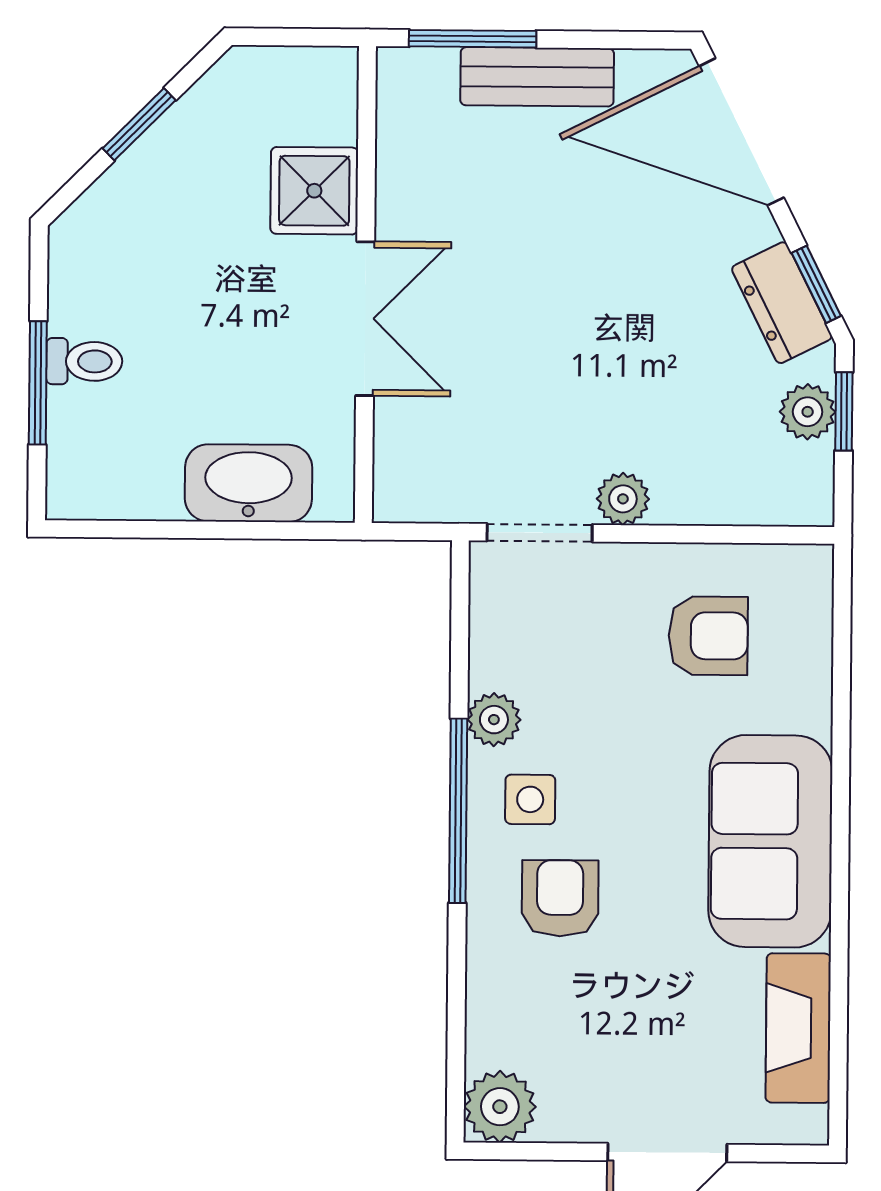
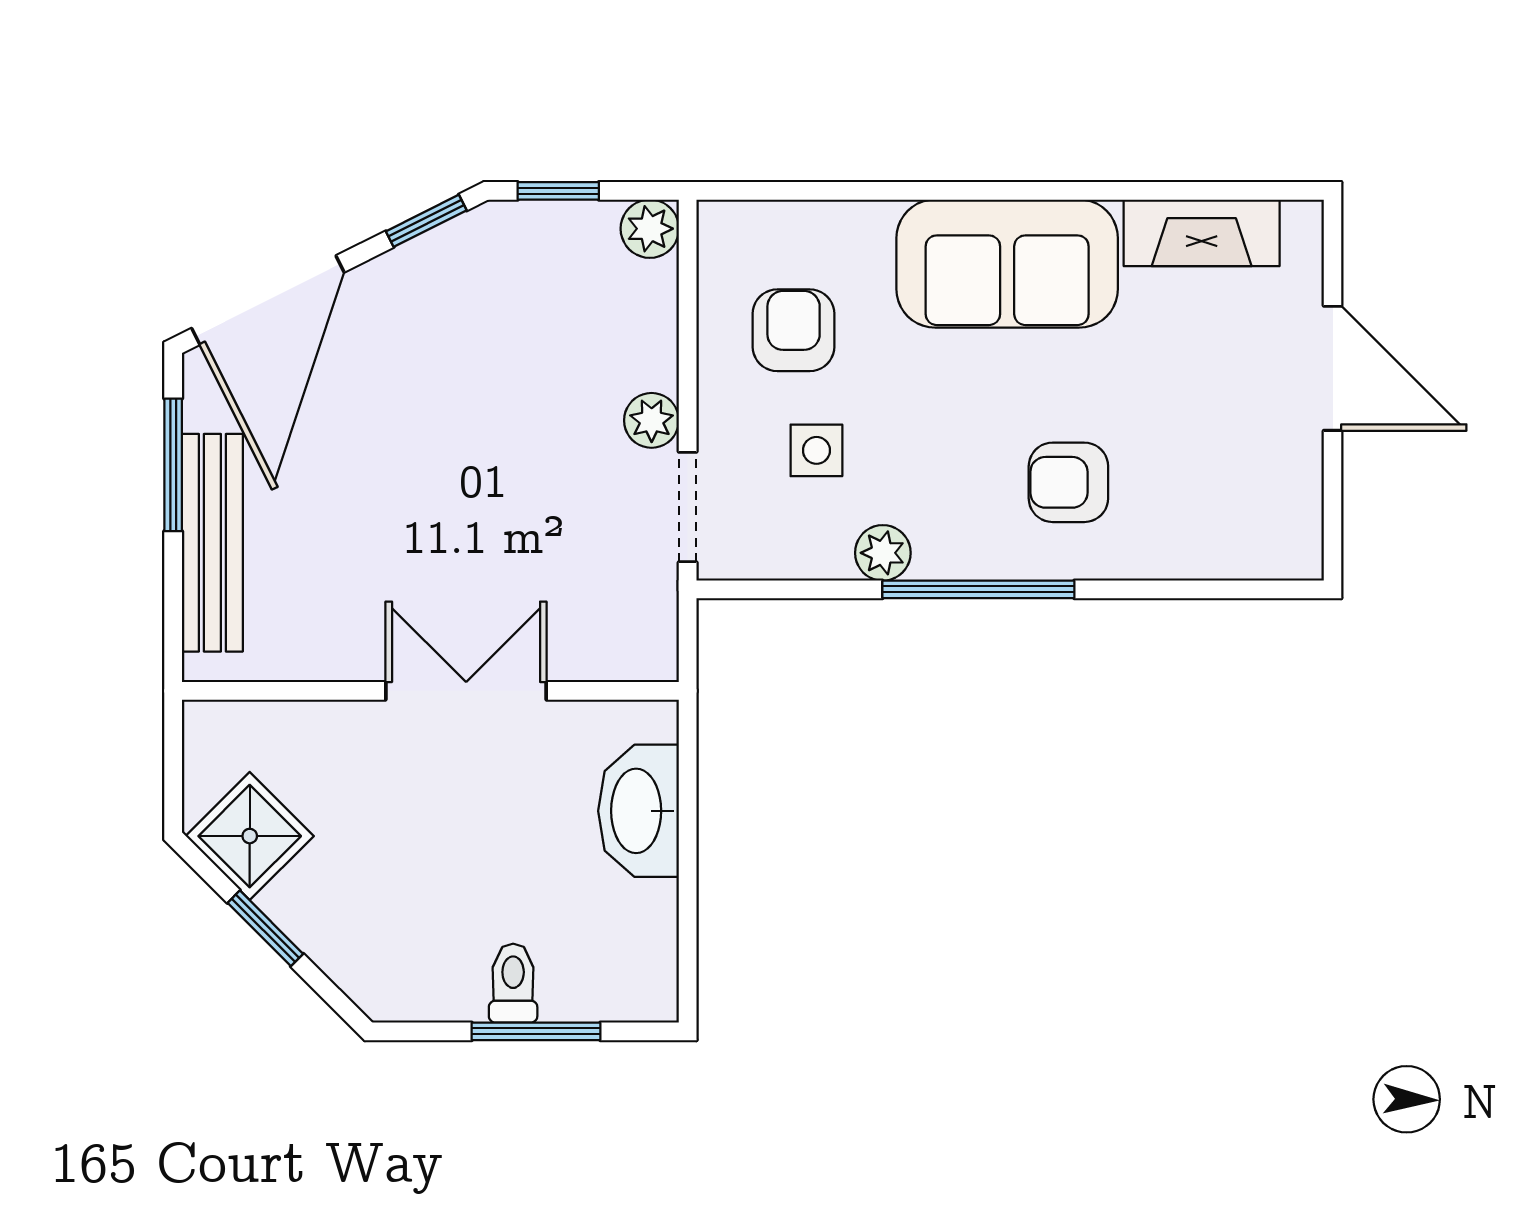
window: (473, 39) -> (173, 465), moved
bench: (537, 77) -> (212, 543), width x1.36
shower: (314, 191) -> (250, 836), moved, turned 45
dresser: (782, 303) -> (446, 257), removed
plant: (808, 412) -> (650, 229), moved
side table: (530, 799) -> (816, 450), moved
plant: (500, 1107) -> (1286, 543), removed

